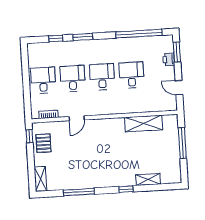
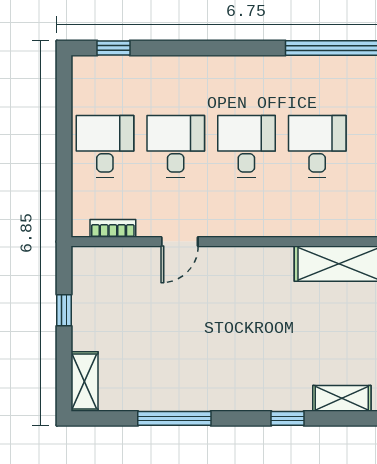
window: (83, 37) -> (206, 48), removed
window: (56, 39) -> (114, 48), moved
window: (29, 136) -> (64, 310), moved
pallet: (43, 143) -> (97, 297), removed

